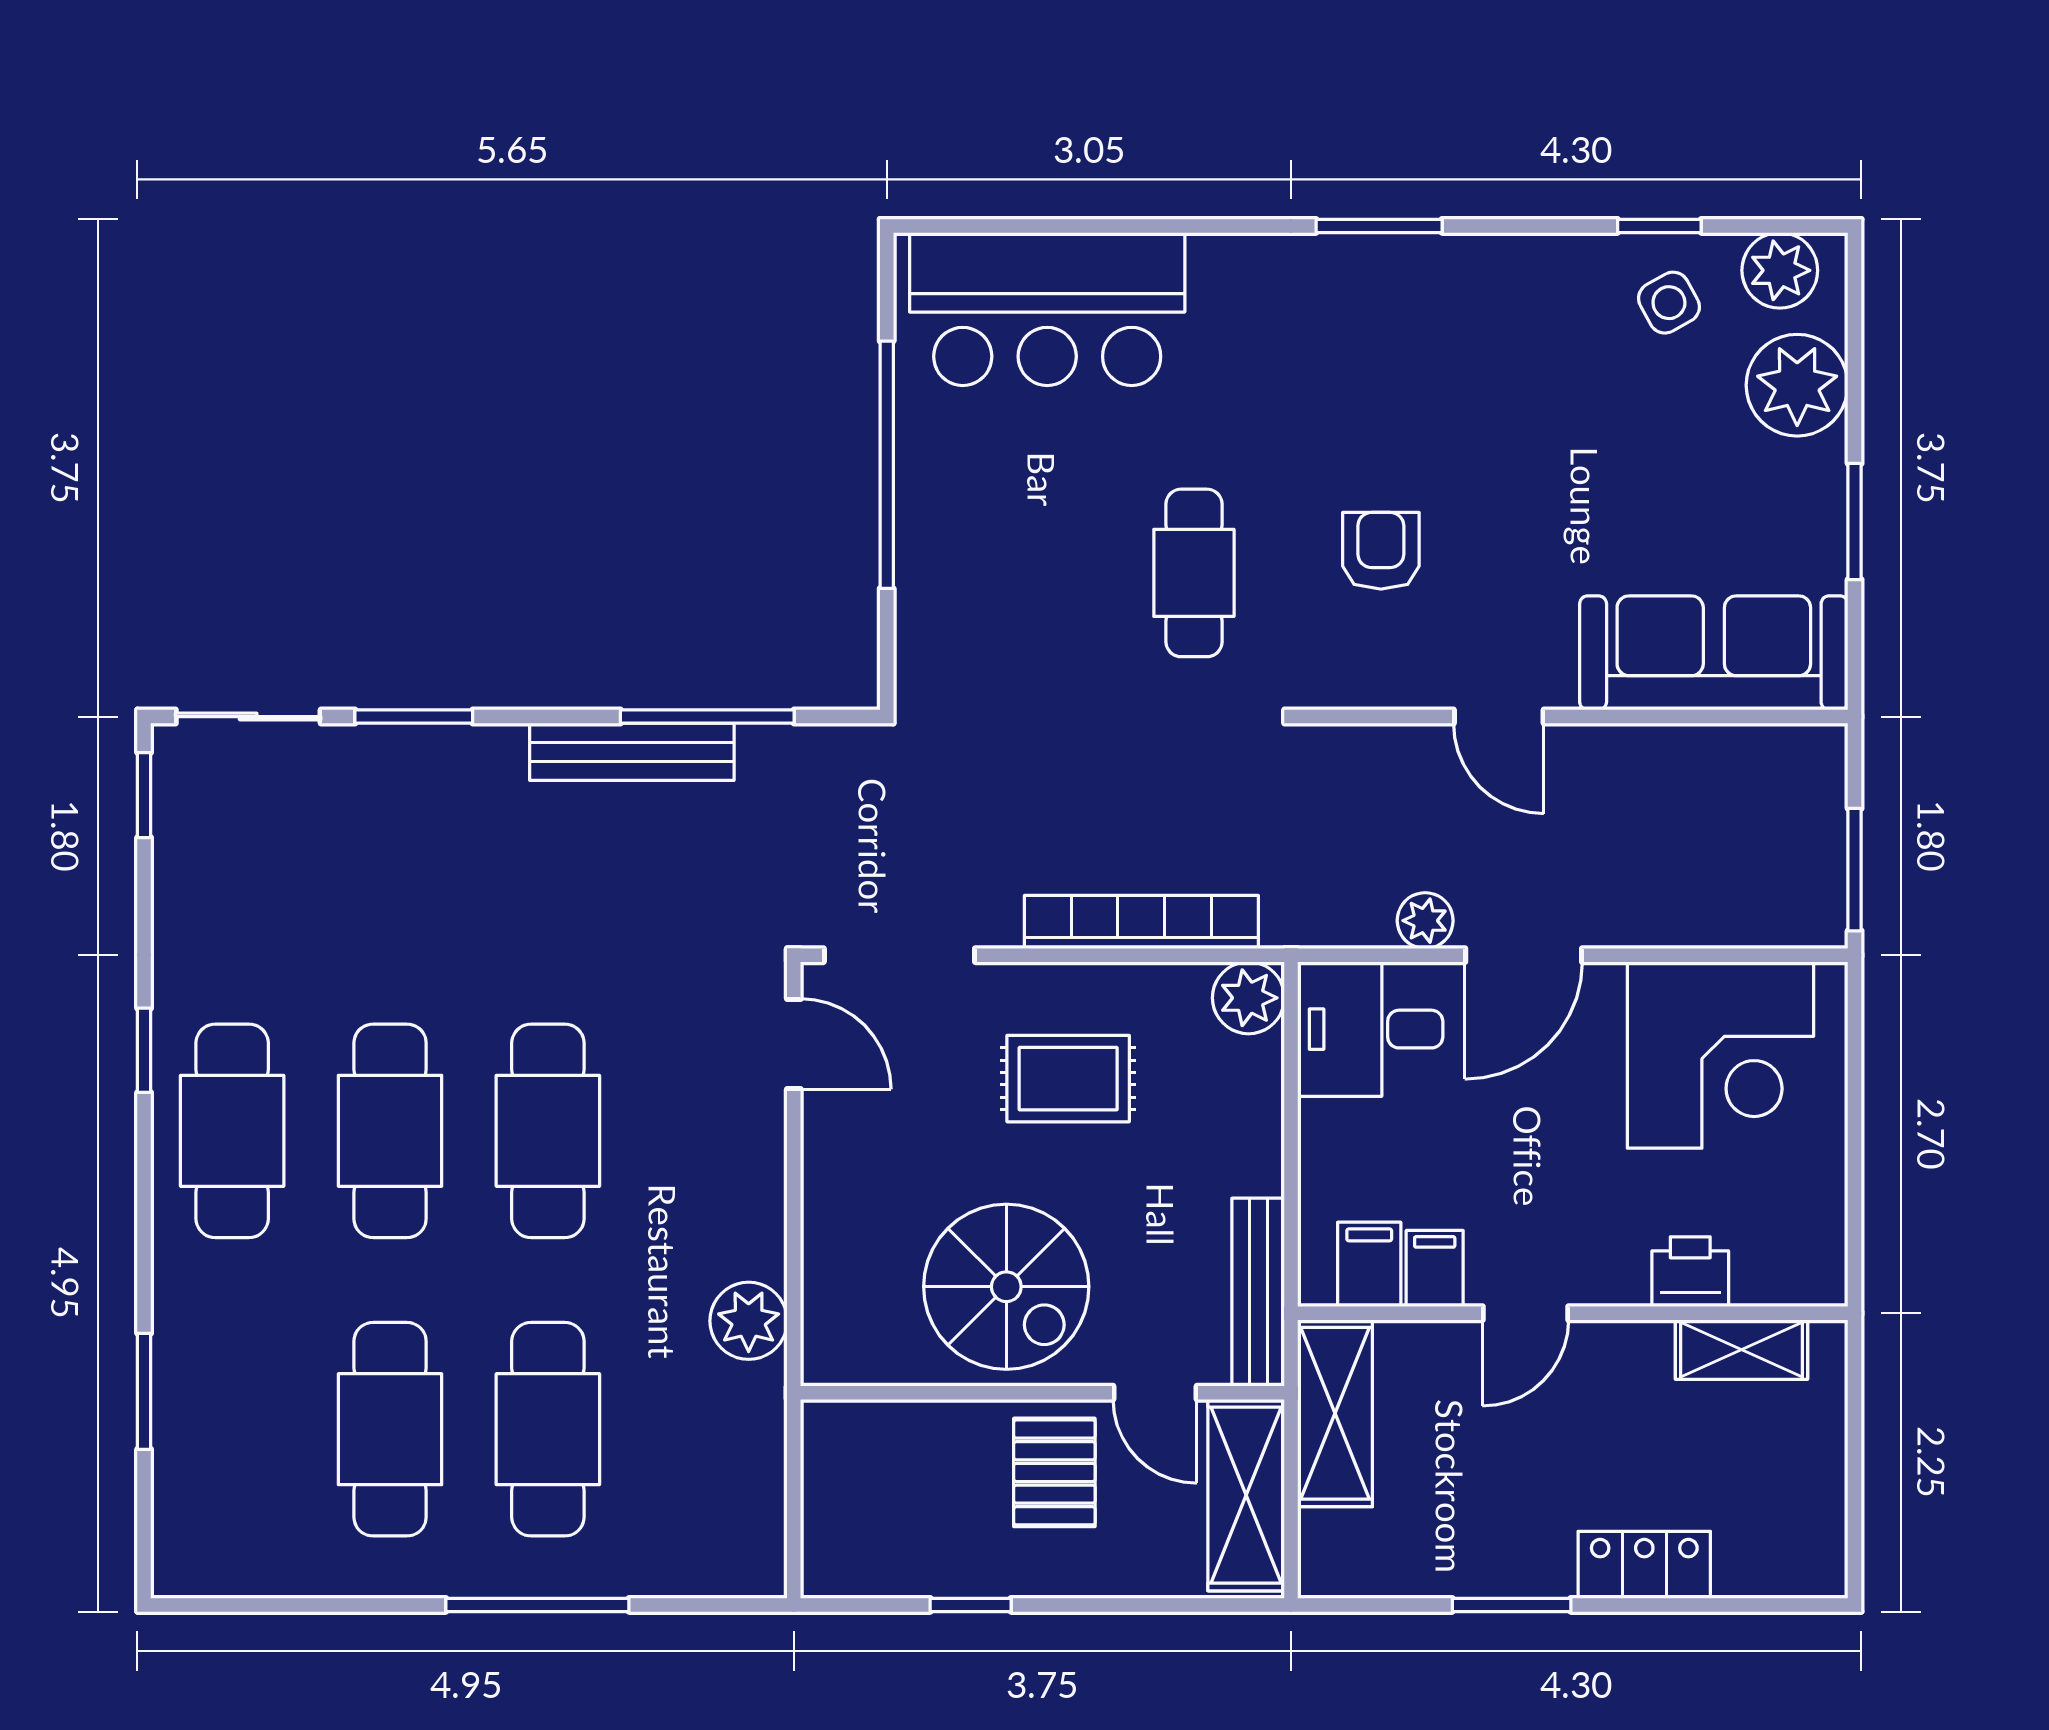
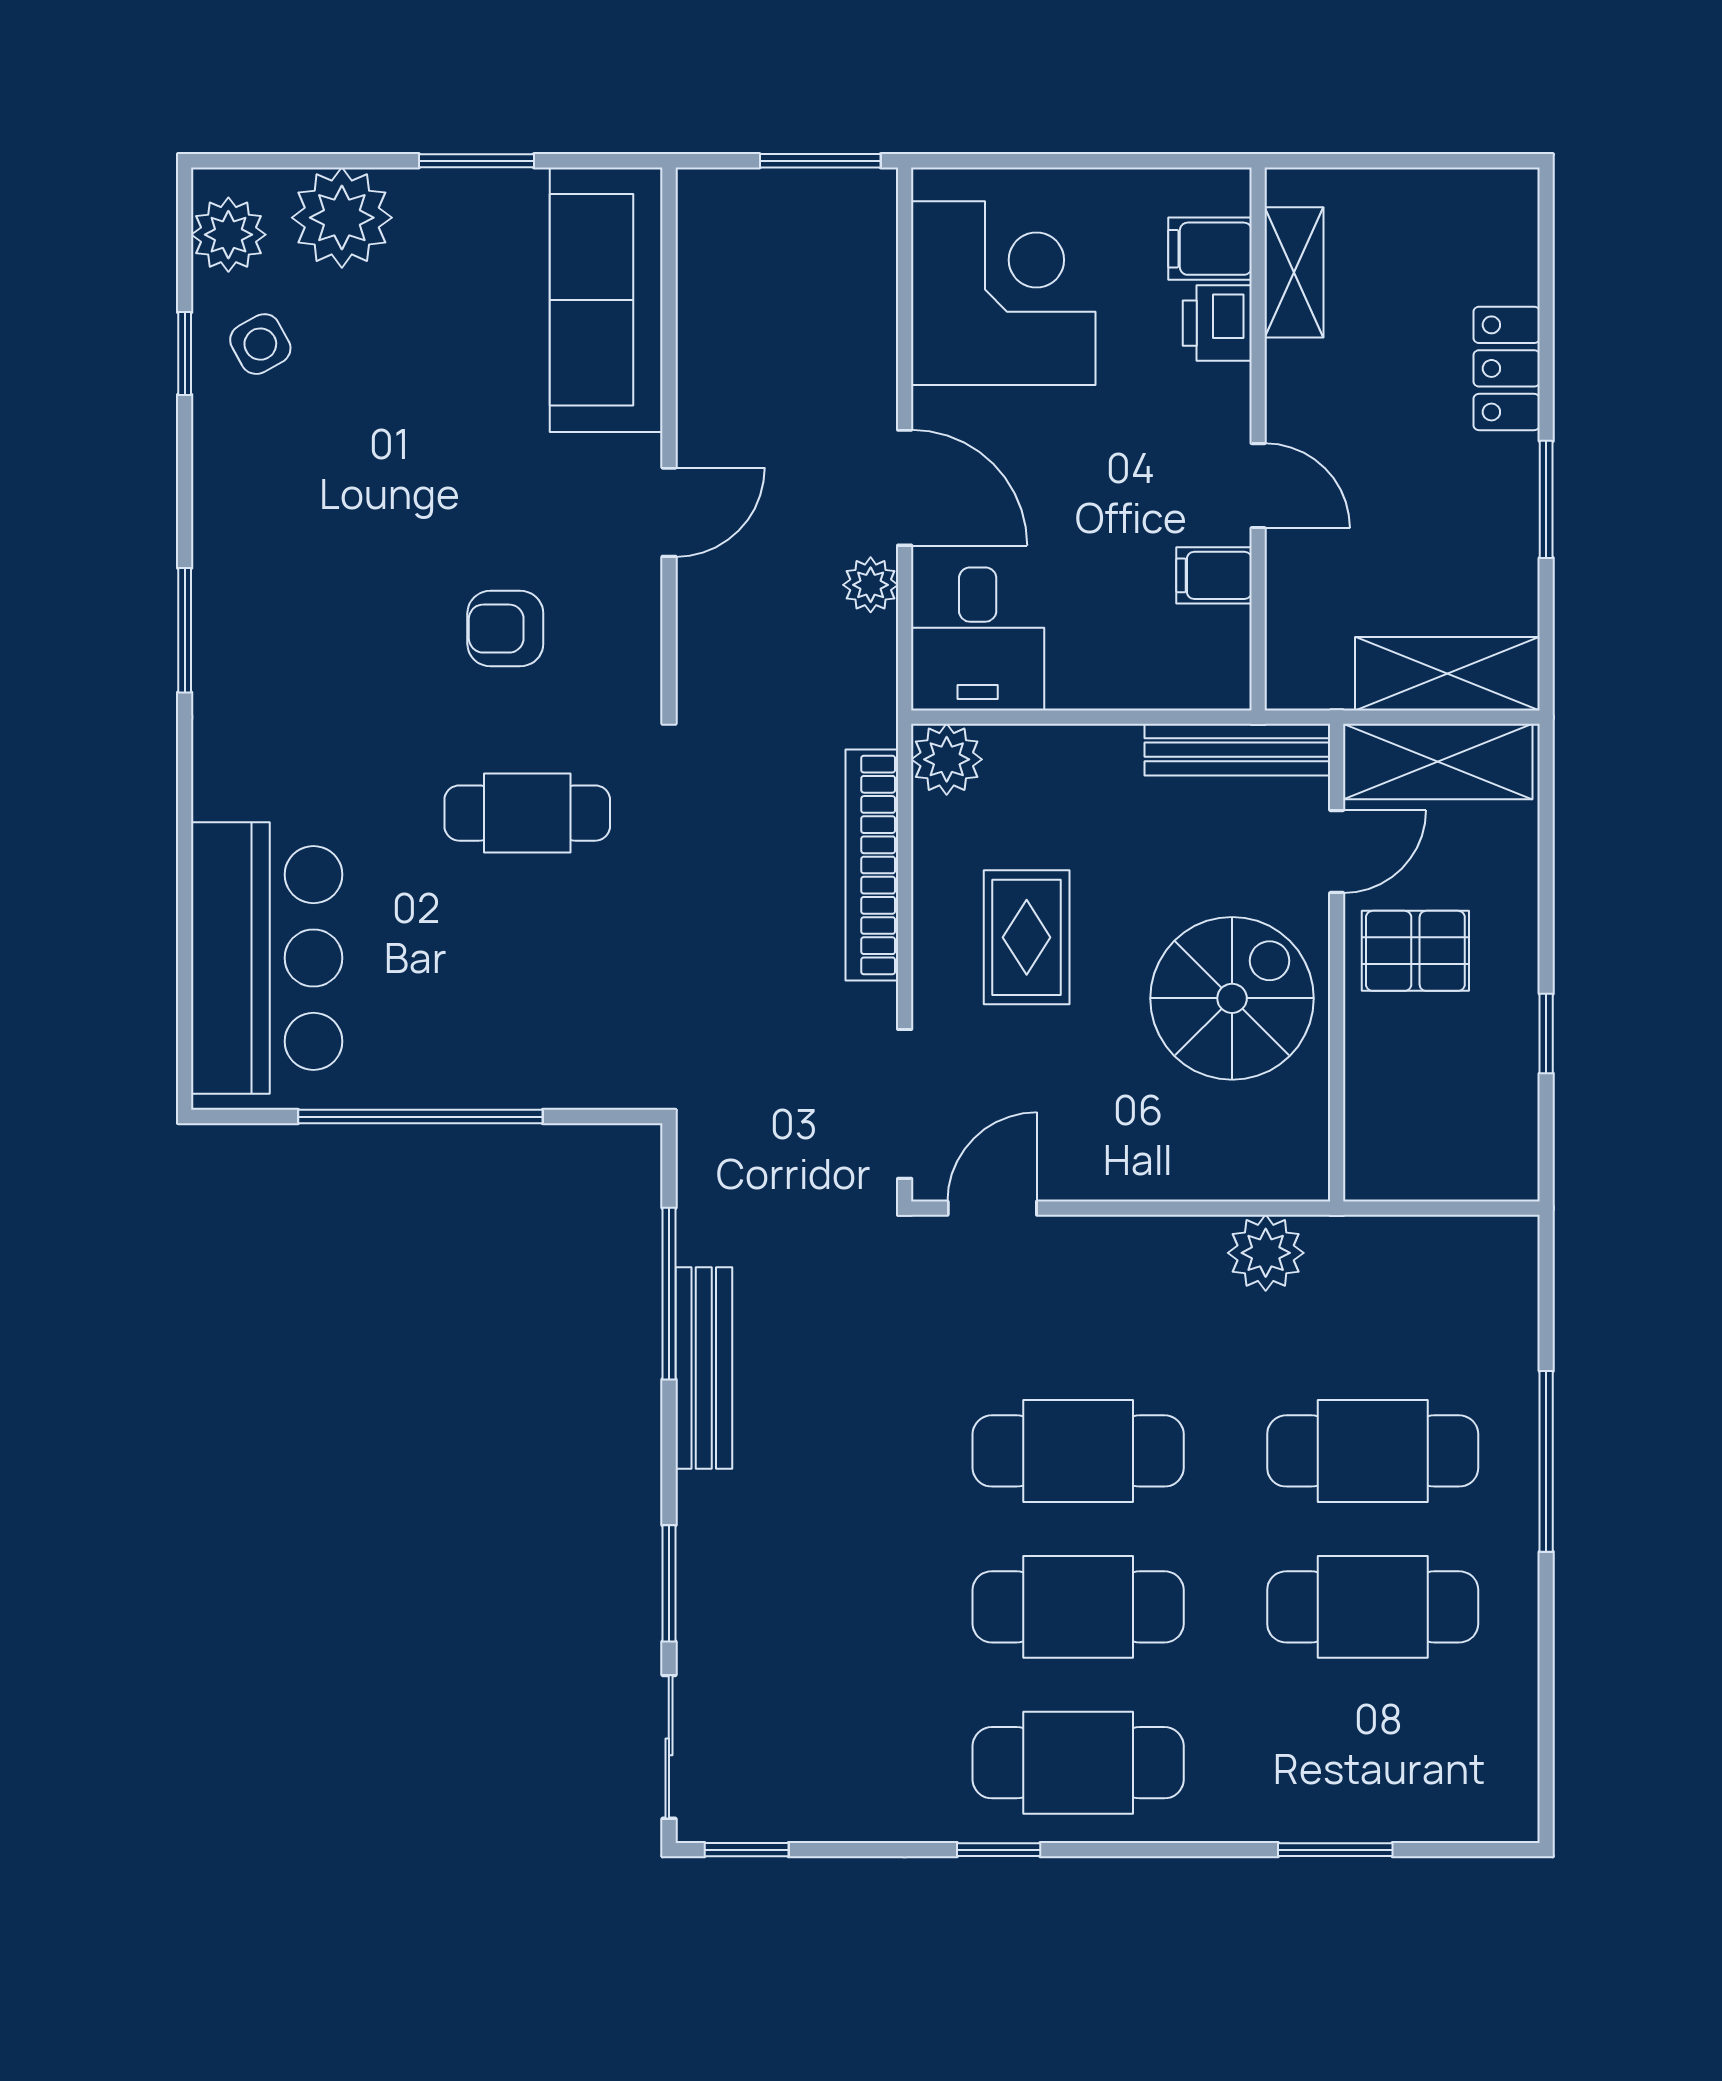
filing cabinet: (1369, 1264) -> (1210, 249), moved
shelving: (1335, 1413) -> (1447, 674), moved

